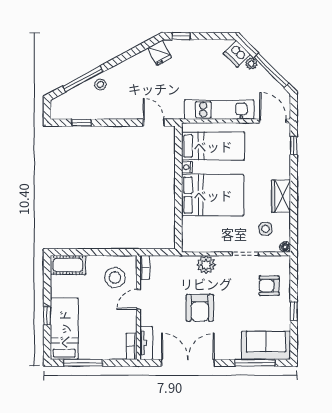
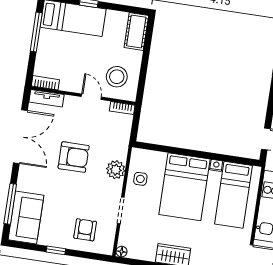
side table: (265, 229) -> (140, 179), moved
armchair: (200, 308) -> (74, 157), turned 180

